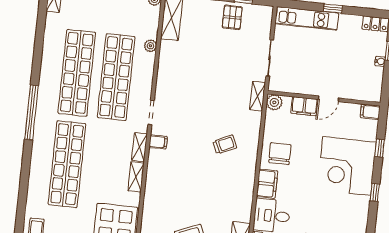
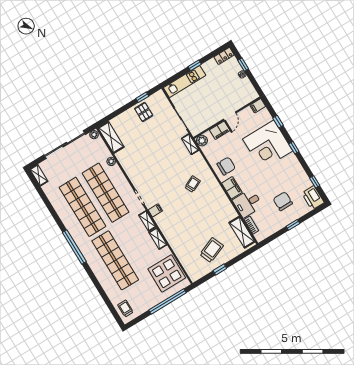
chair: (280, 154) -> (226, 166), turned 90

